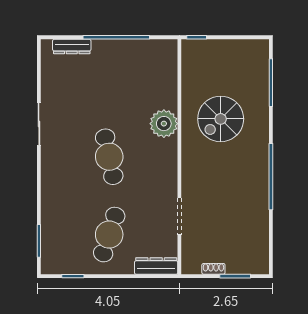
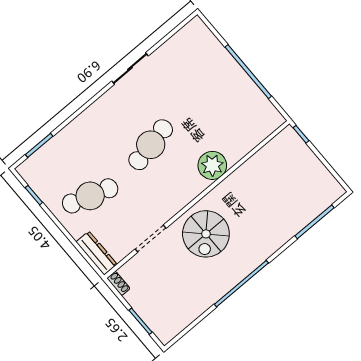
dresser: (72, 46) -> (212, 43), removed
spiral stairs: (221, 119) -> (206, 234), moved, turned -90
shoe rack: (213, 269) -> (118, 283), moved

